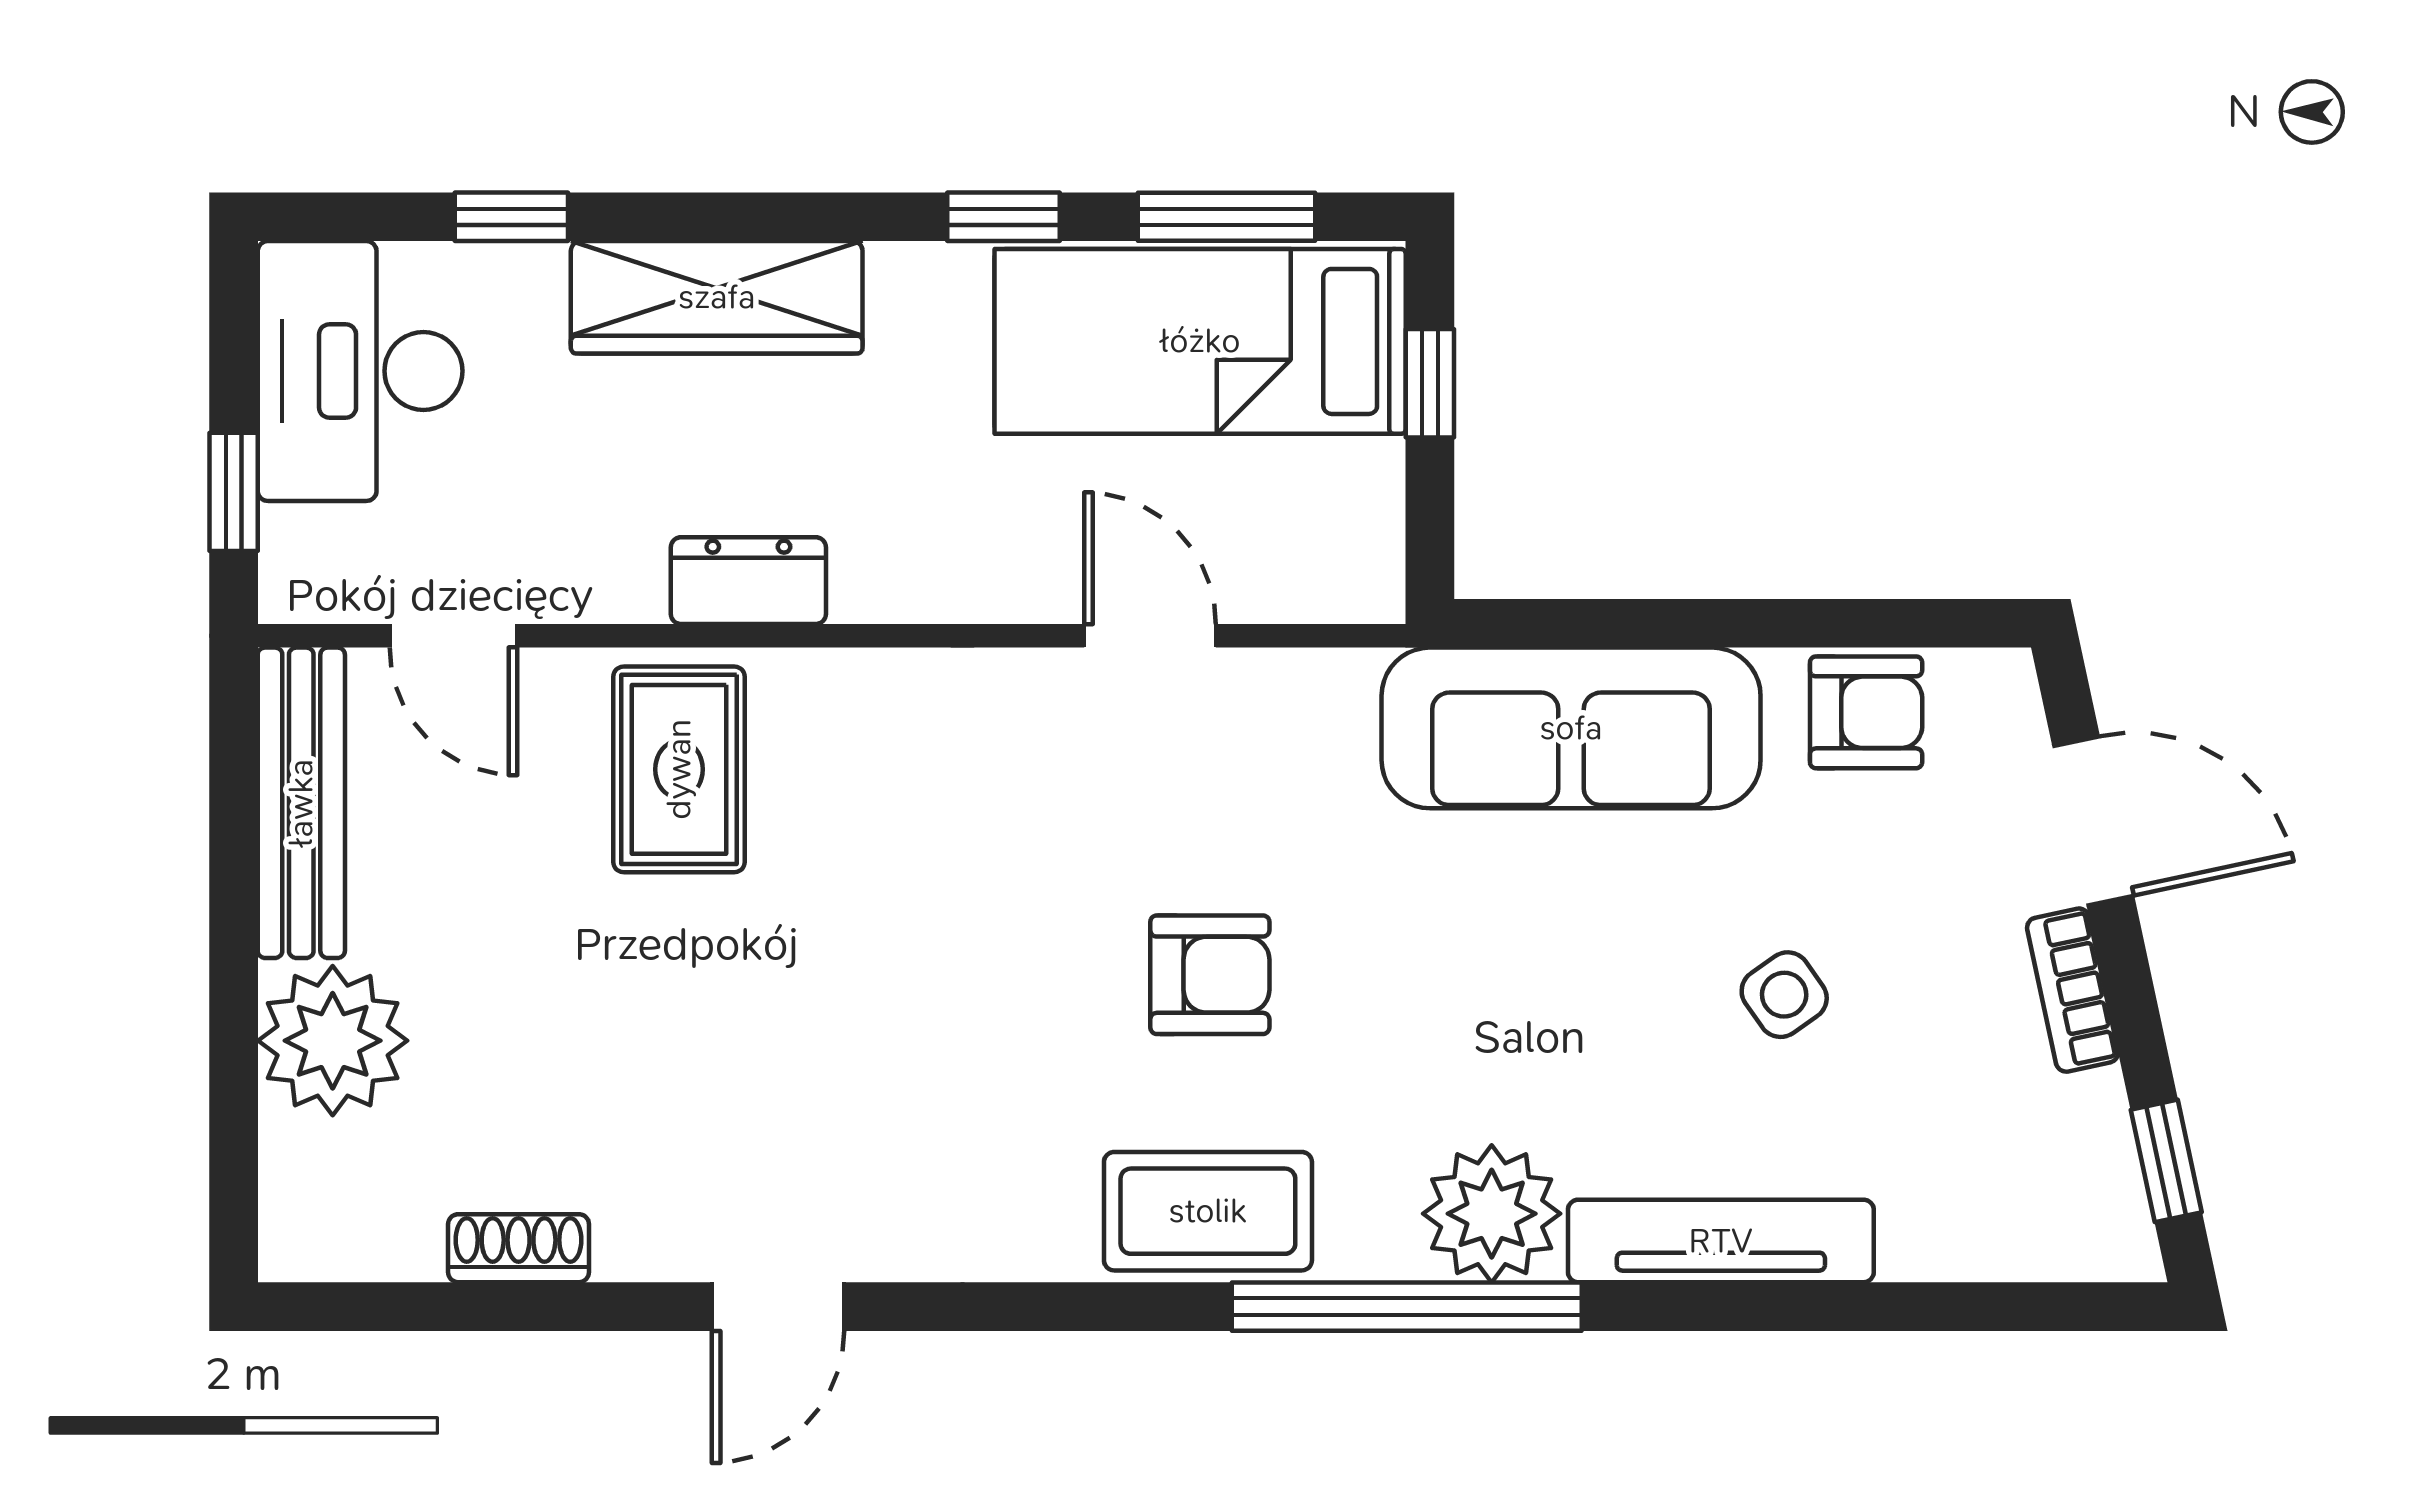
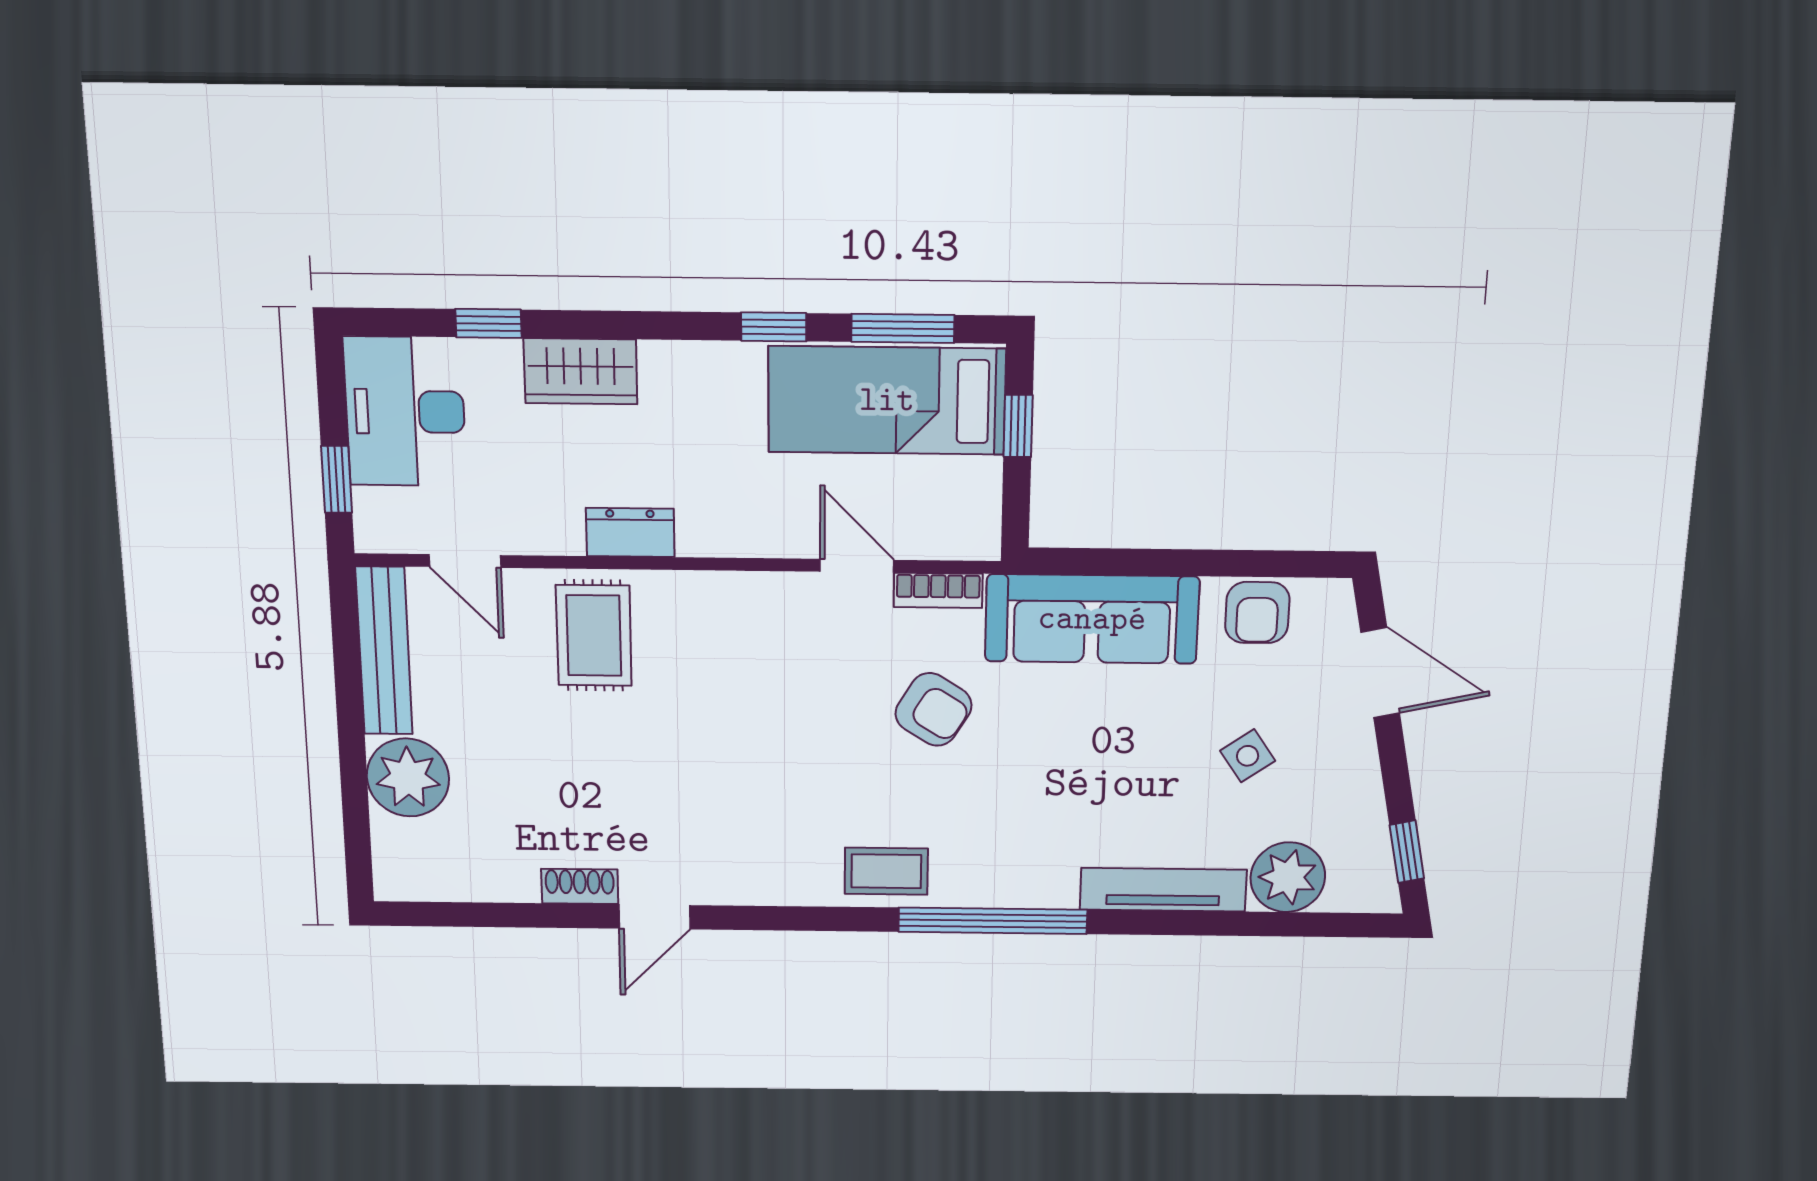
wardrobe: (717, 297) -> (581, 371), width x0.67
armchair: (1866, 712) -> (1257, 612), turned 90
armchair: (1210, 975) -> (933, 709), moved, turned 32
bookcase: (2073, 990) -> (938, 590), moved, turned -78
side table: (1784, 995) -> (1248, 756), moved
coffee table: (1208, 1211) -> (886, 871), width x0.73, depth x0.77
plant: (1492, 1214) -> (1288, 877), moved
shoe rack: (519, 1248) -> (580, 886), moved

